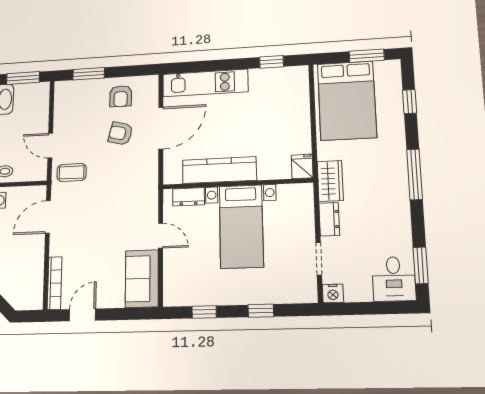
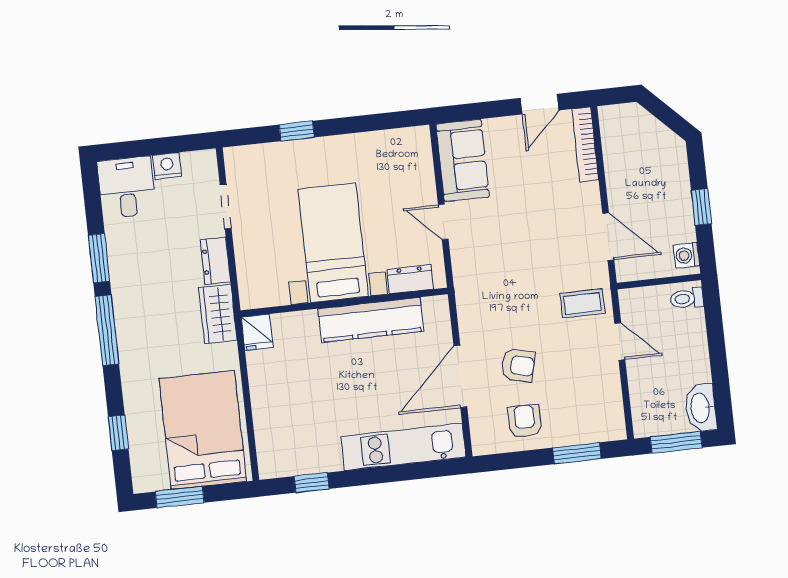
door: (48, 217) -> (608, 237), hinge flipped
window: (421, 265) -> (99, 258), moved
nightstand: (333, 293) -> (167, 166), moved
window: (204, 312) -> (372, 123), removed

